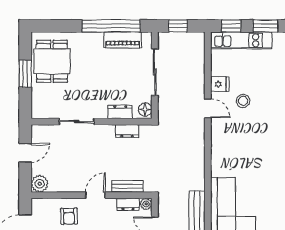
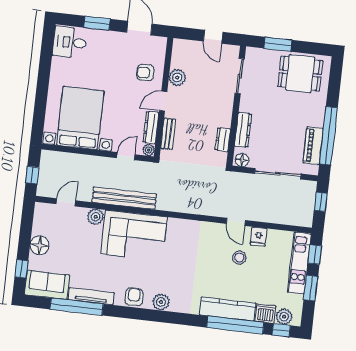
window: (25, 74) -> (278, 44), moved
door: (208, 108) -> (236, 222), hinge flipped
dresser: (120, 112) -> (243, 130), width x1.44
sliding door: (77, 122) -> (240, 76), moved
plant: (40, 184) -> (177, 77), moved
door: (95, 195) -> (163, 101), swing flipped
dresser: (128, 204) -> (151, 127), width x1.44

